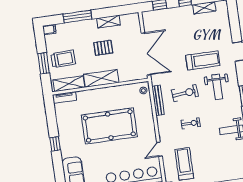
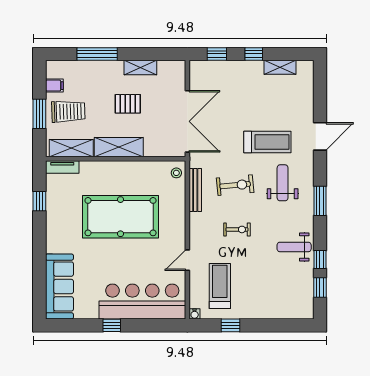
filing cabinet: (49, 30) -> (54, 86), moved
weight bench: (217, 87) -> (283, 183), turned 180
window: (55, 144) -> (39, 201), moved

